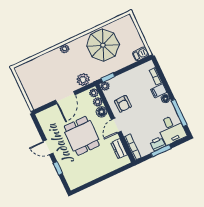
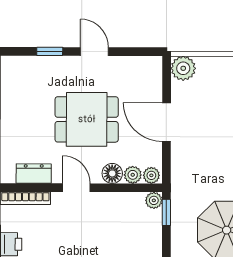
plant: (83, 80) -> (183, 68), moved
armchair: (123, 104) -> (109, 217), removed
door: (48, 147) -> (94, 52), hinge flipped

